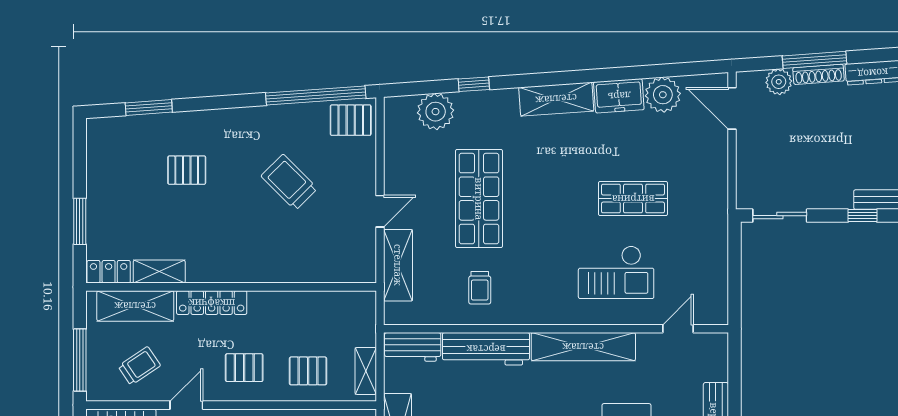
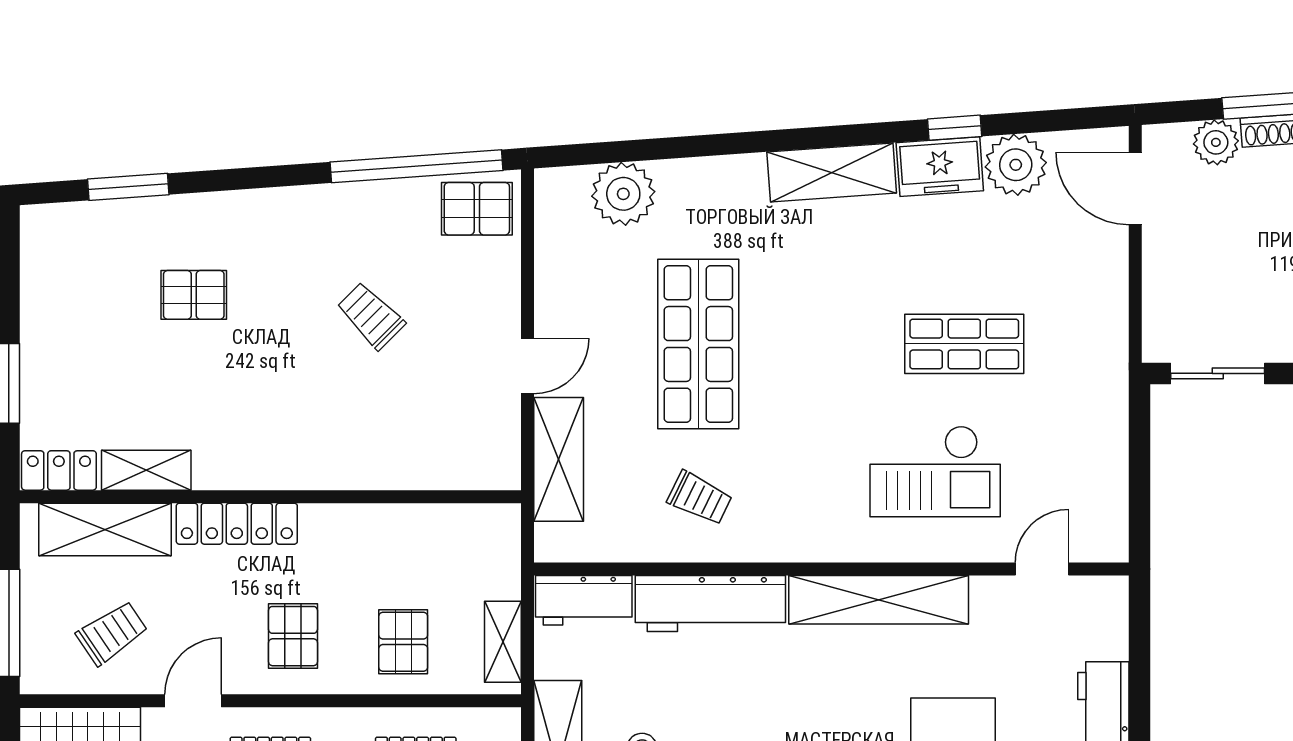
window: (474, 84) -> (955, 128), moved
trolley: (289, 182) -> (371, 316), width x0.73, depth x0.72
trolley: (480, 288) -> (700, 498), turned -64
pallet: (244, 368) -> (293, 636), turned 90
pallet: (308, 371) -> (403, 642), turned 90

